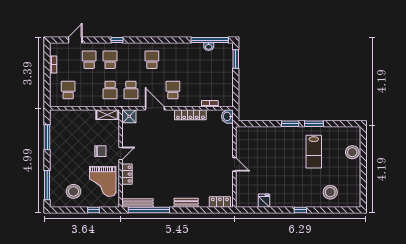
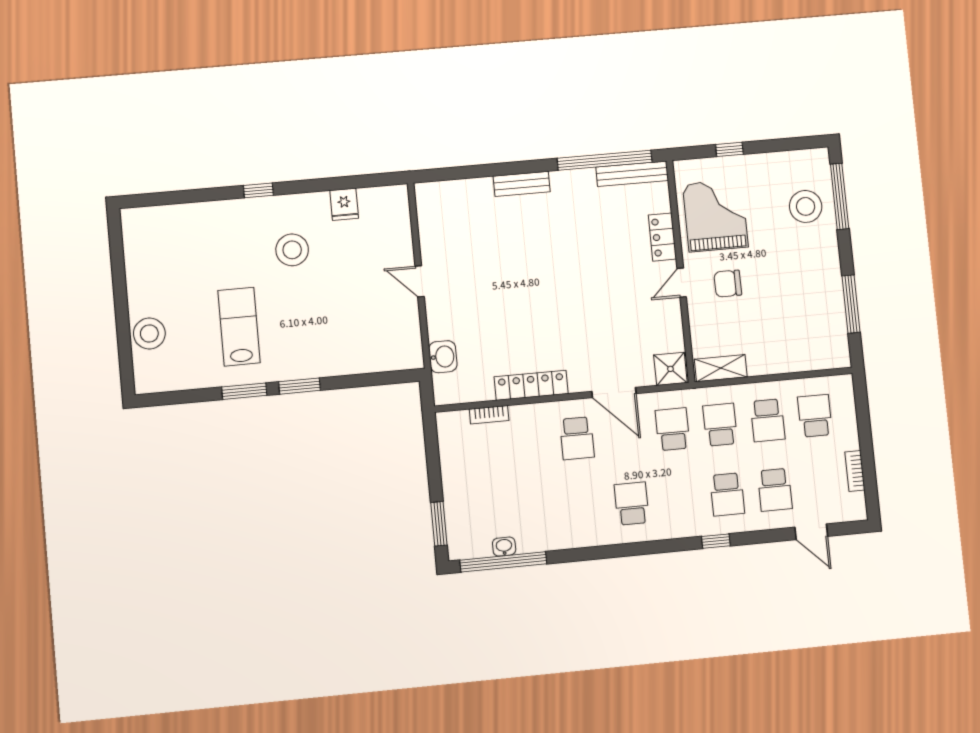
door: (75, 40) -> (811, 532), hinge flipped
school desk: (152, 60) -> (632, 504), turned 180
school desk: (68, 90) -> (815, 416), turned 180
school desk: (89, 90) -> (768, 420), added
washbasin: (227, 116) -> (443, 357), moved
stool: (74, 191) -> (806, 206), moved
stool: (330, 192) -> (292, 250), moved
locker: (220, 202) -> (445, 192), removed

